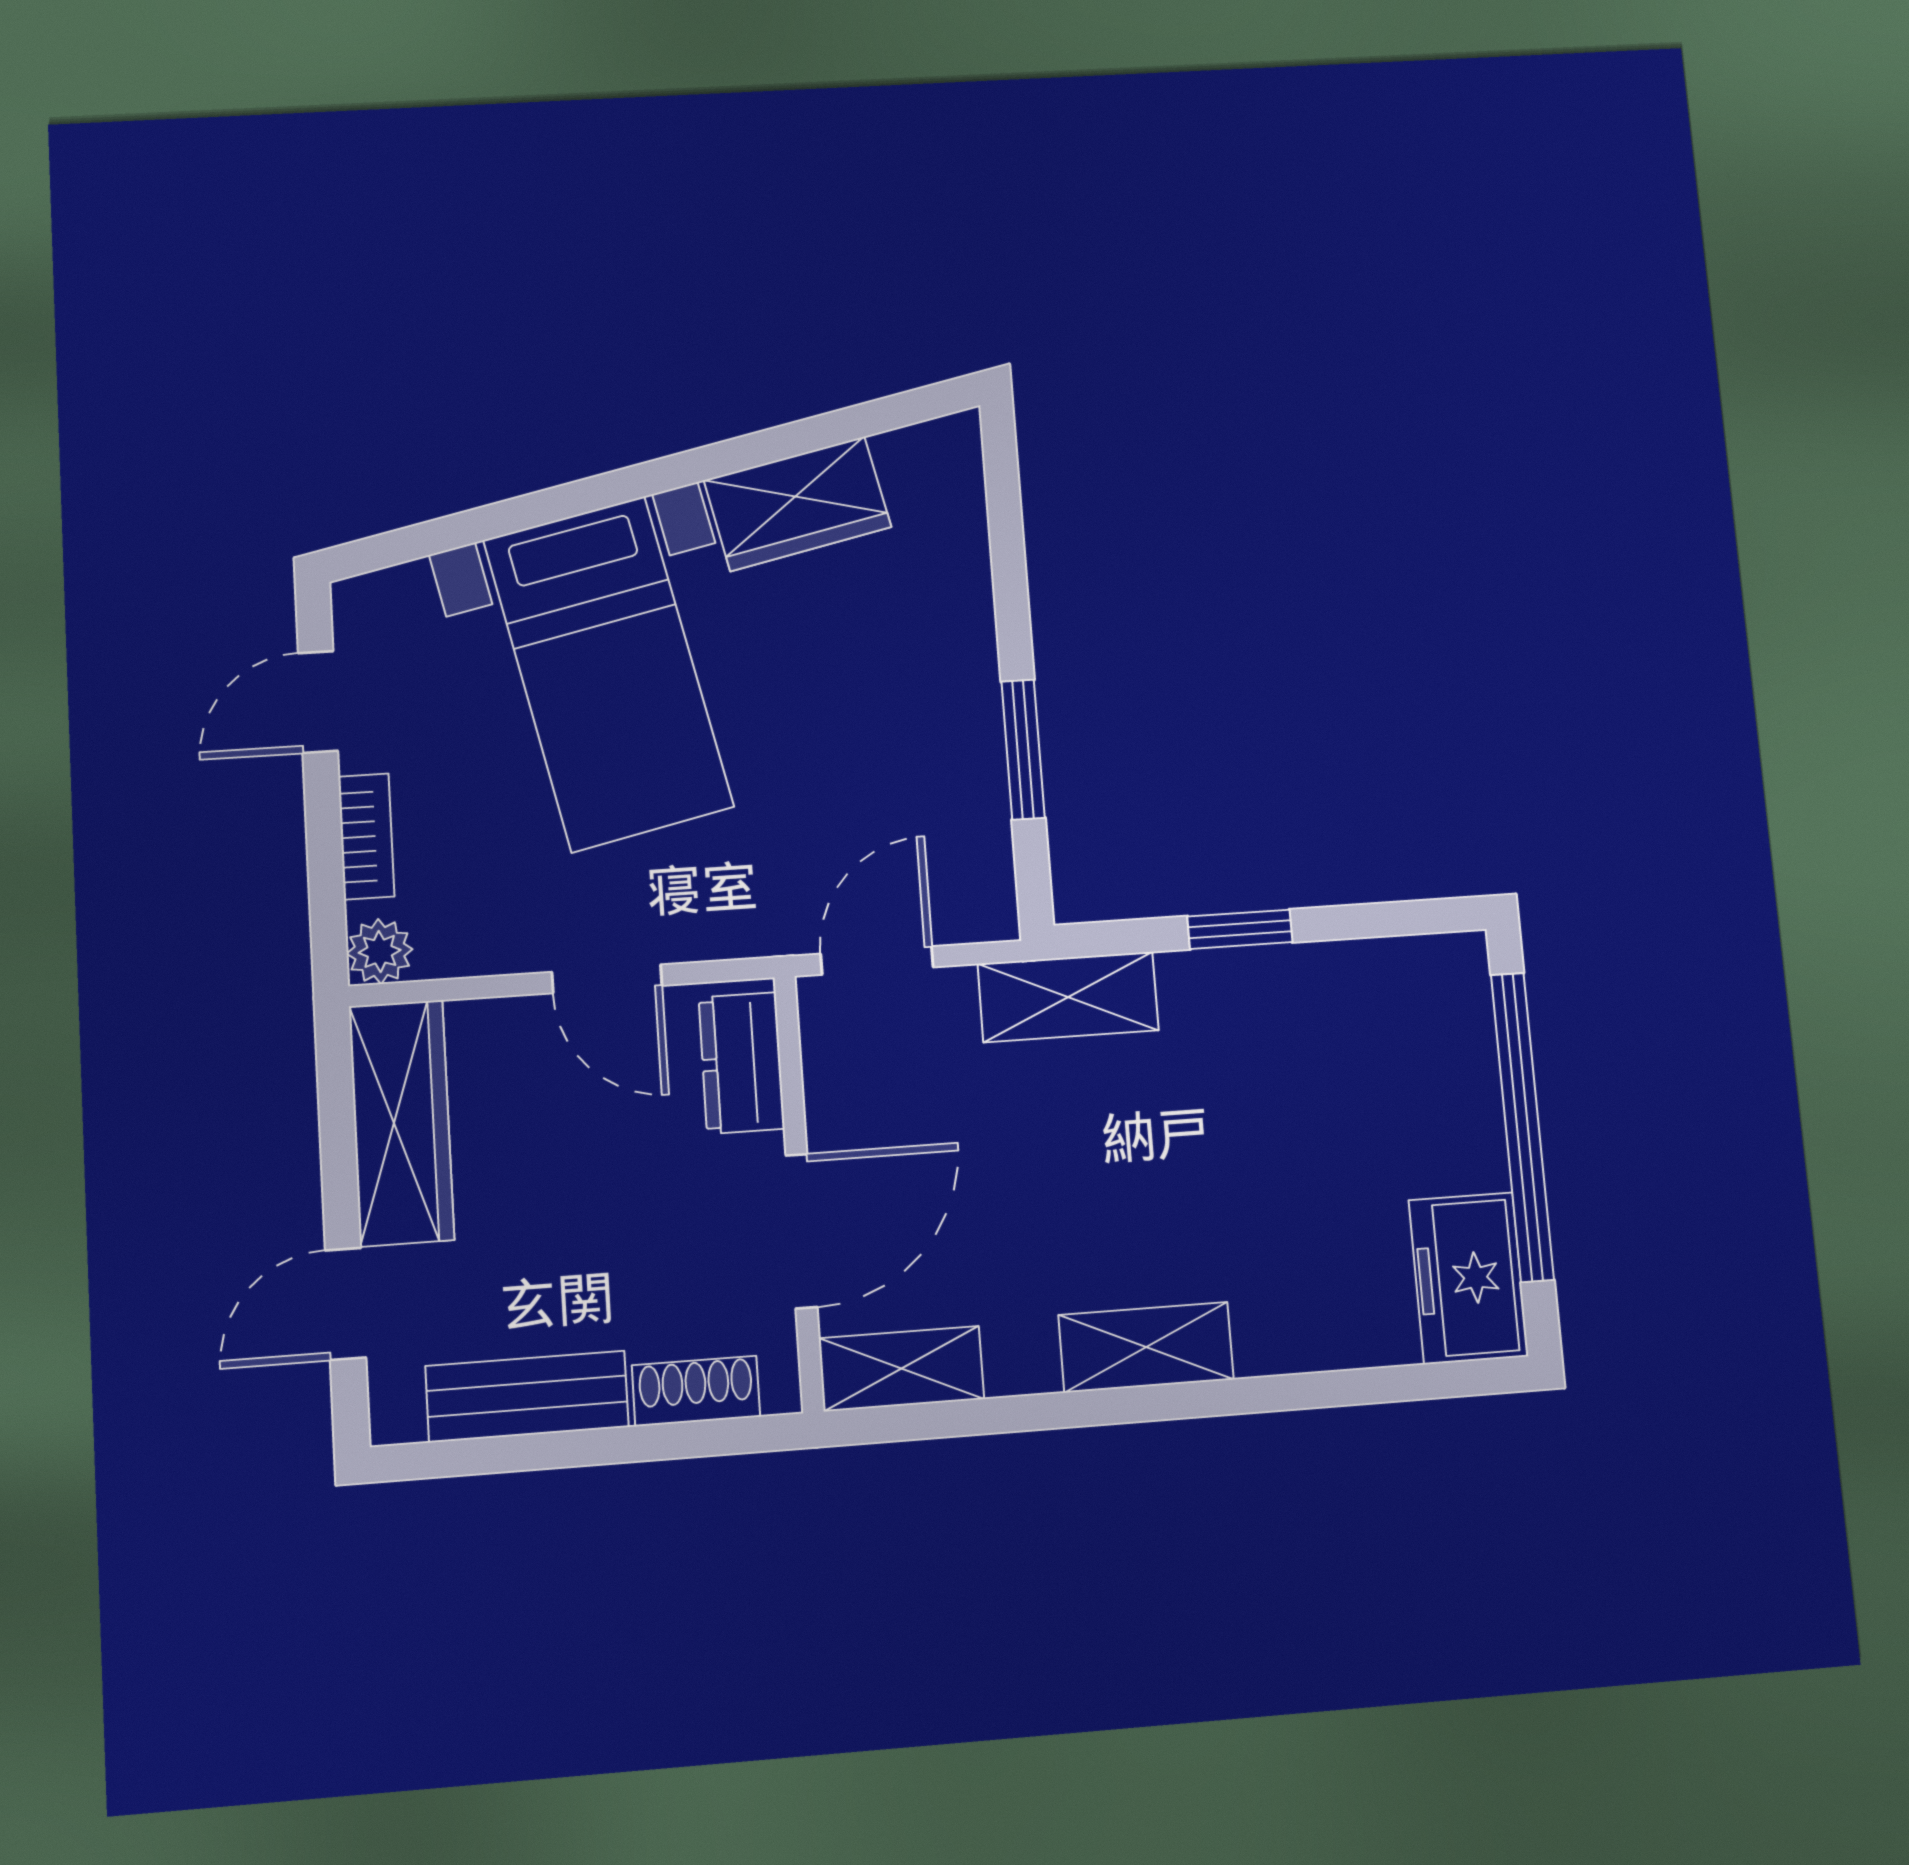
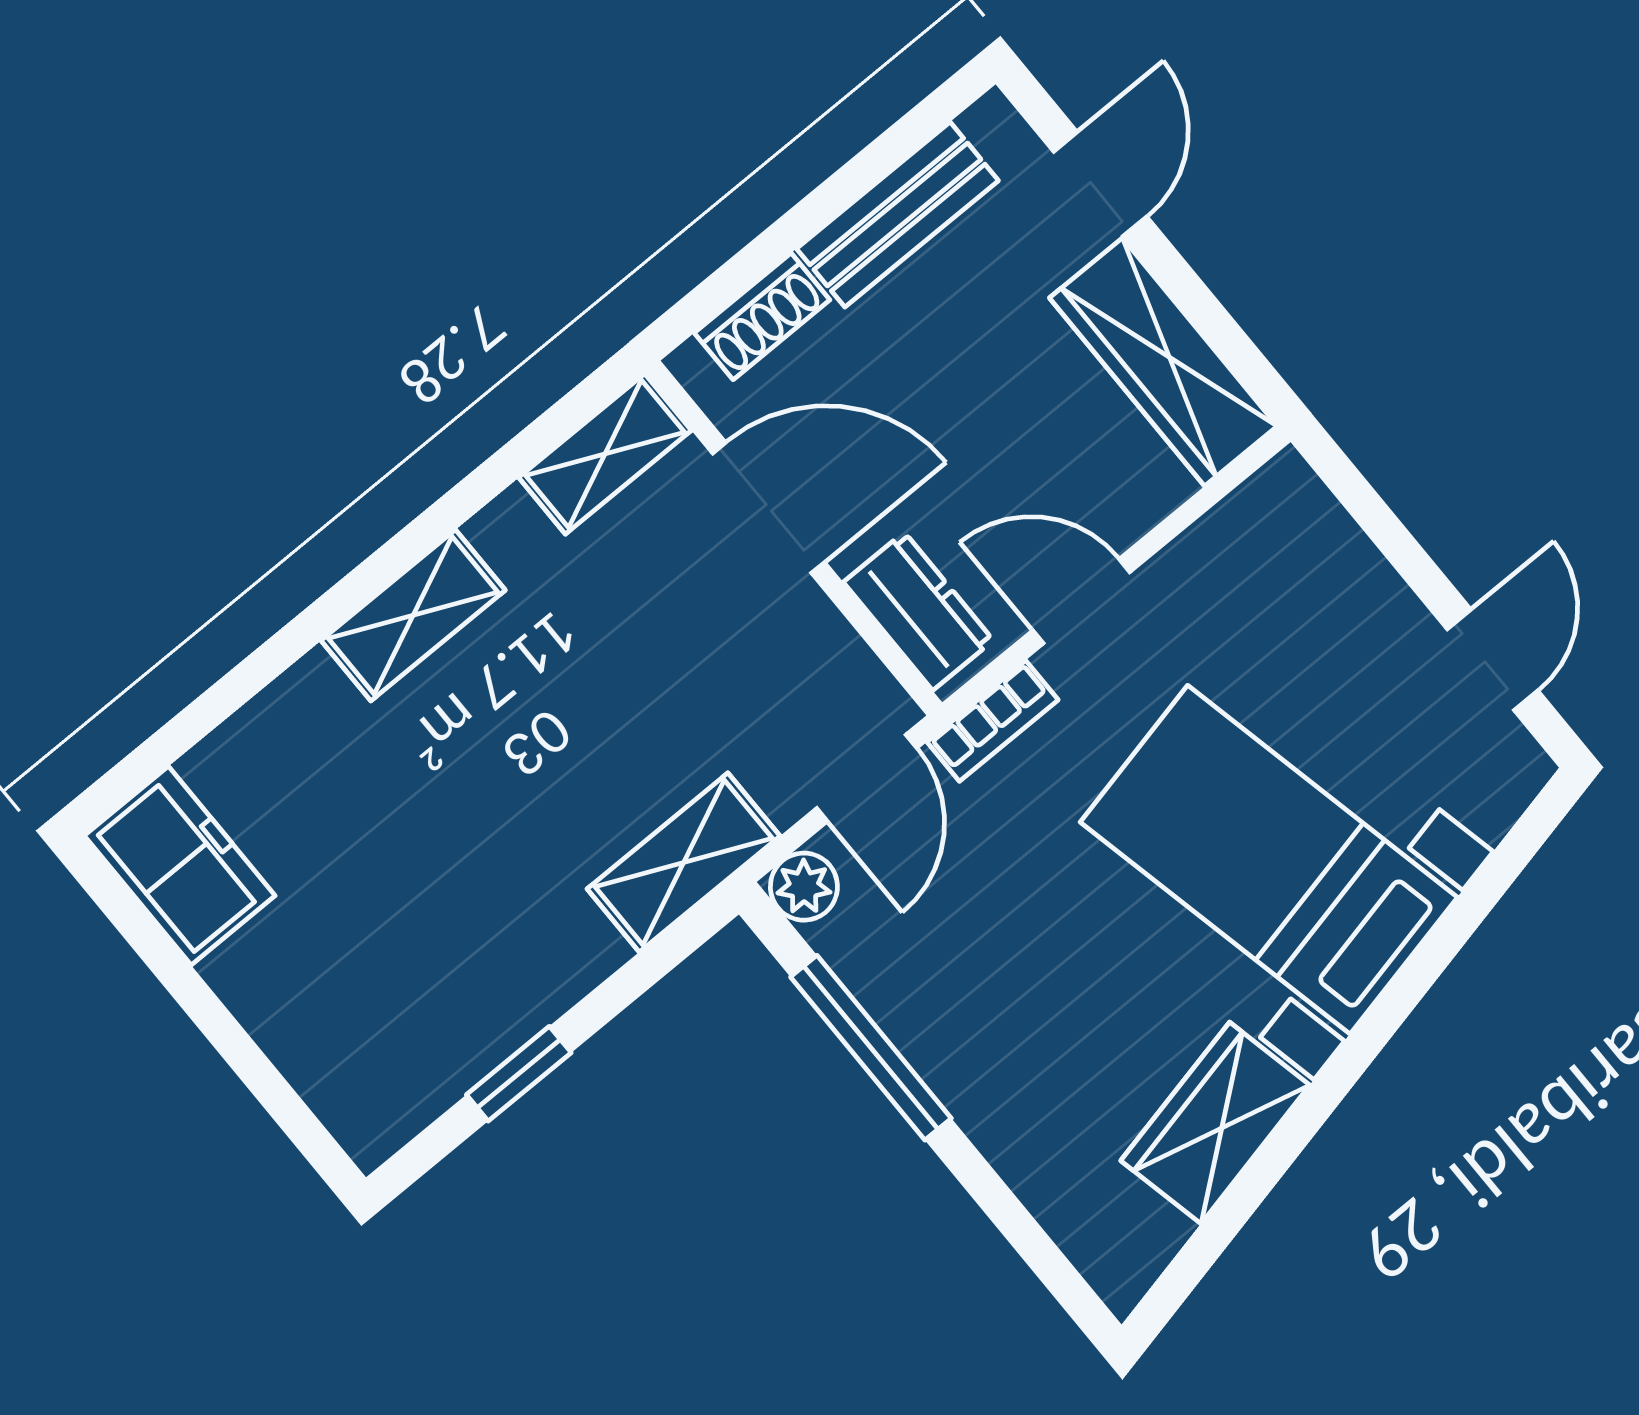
window: (1023, 750) -> (871, 1048), width x1.44
bookcase: (366, 836) -> (993, 721), moved, turned -90
window: (1240, 929) -> (519, 1074), moved
plant: (380, 951) -> (804, 887), moved
window: (1522, 1127) -> (220, 1028), removed
door: (801, 1231) -> (769, 508), swing flipped

